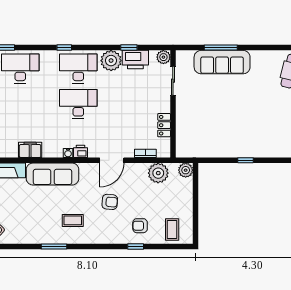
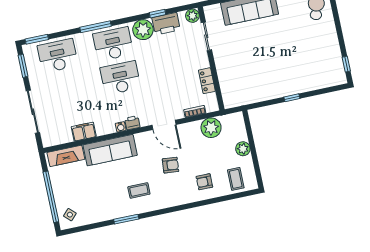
window: (64, 48) -> (96, 27), width x2.17
door: (112, 160) -> (164, 125), hinge flipped
plant: (186, 170) -> (243, 149), moved
window: (136, 246) -> (204, 203), removed

